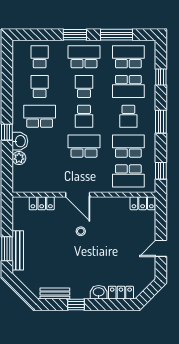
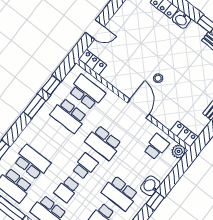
school desk: (128, 116) -> (156, 147), moved
window: (161, 122) -> (35, 106), moved
plant: (19, 158) -> (179, 151), moved
window: (161, 171) -> (51, 85), moved
locker: (42, 203) -> (184, 134), moved
door: (161, 248) -> (95, 30), moved

